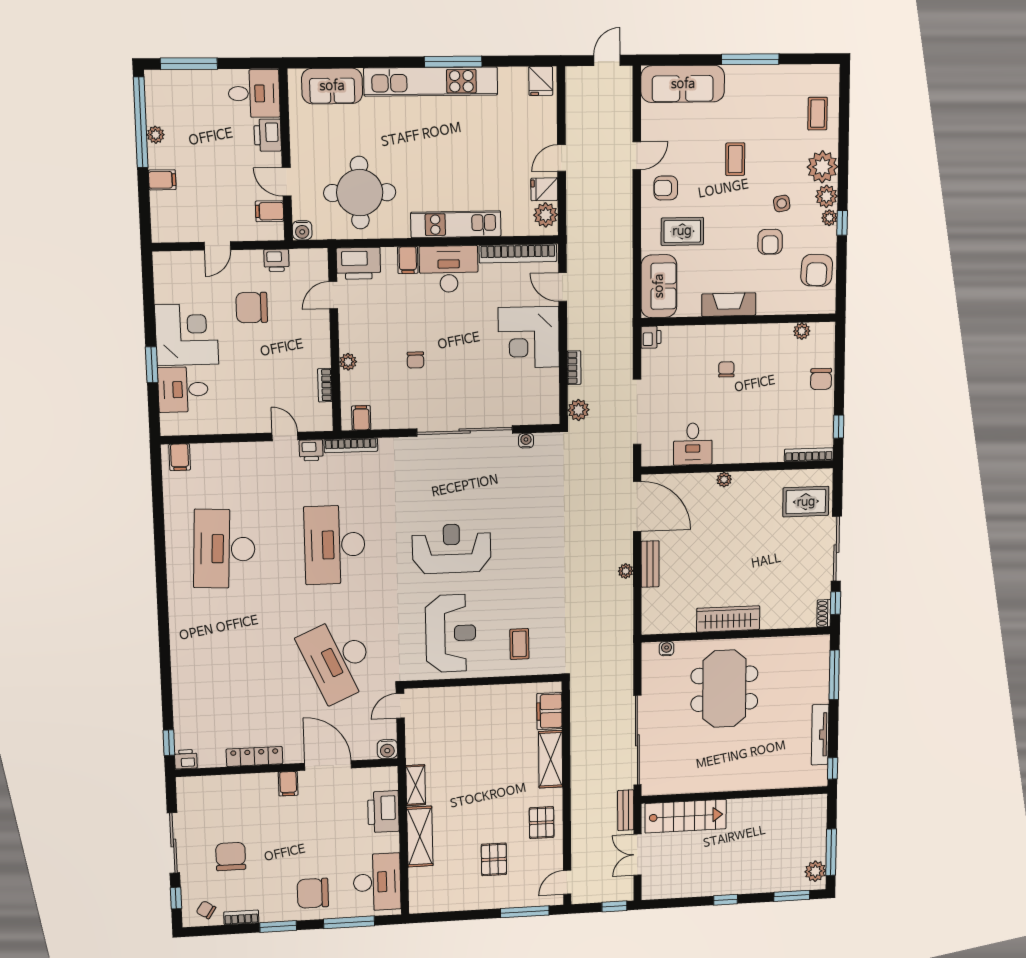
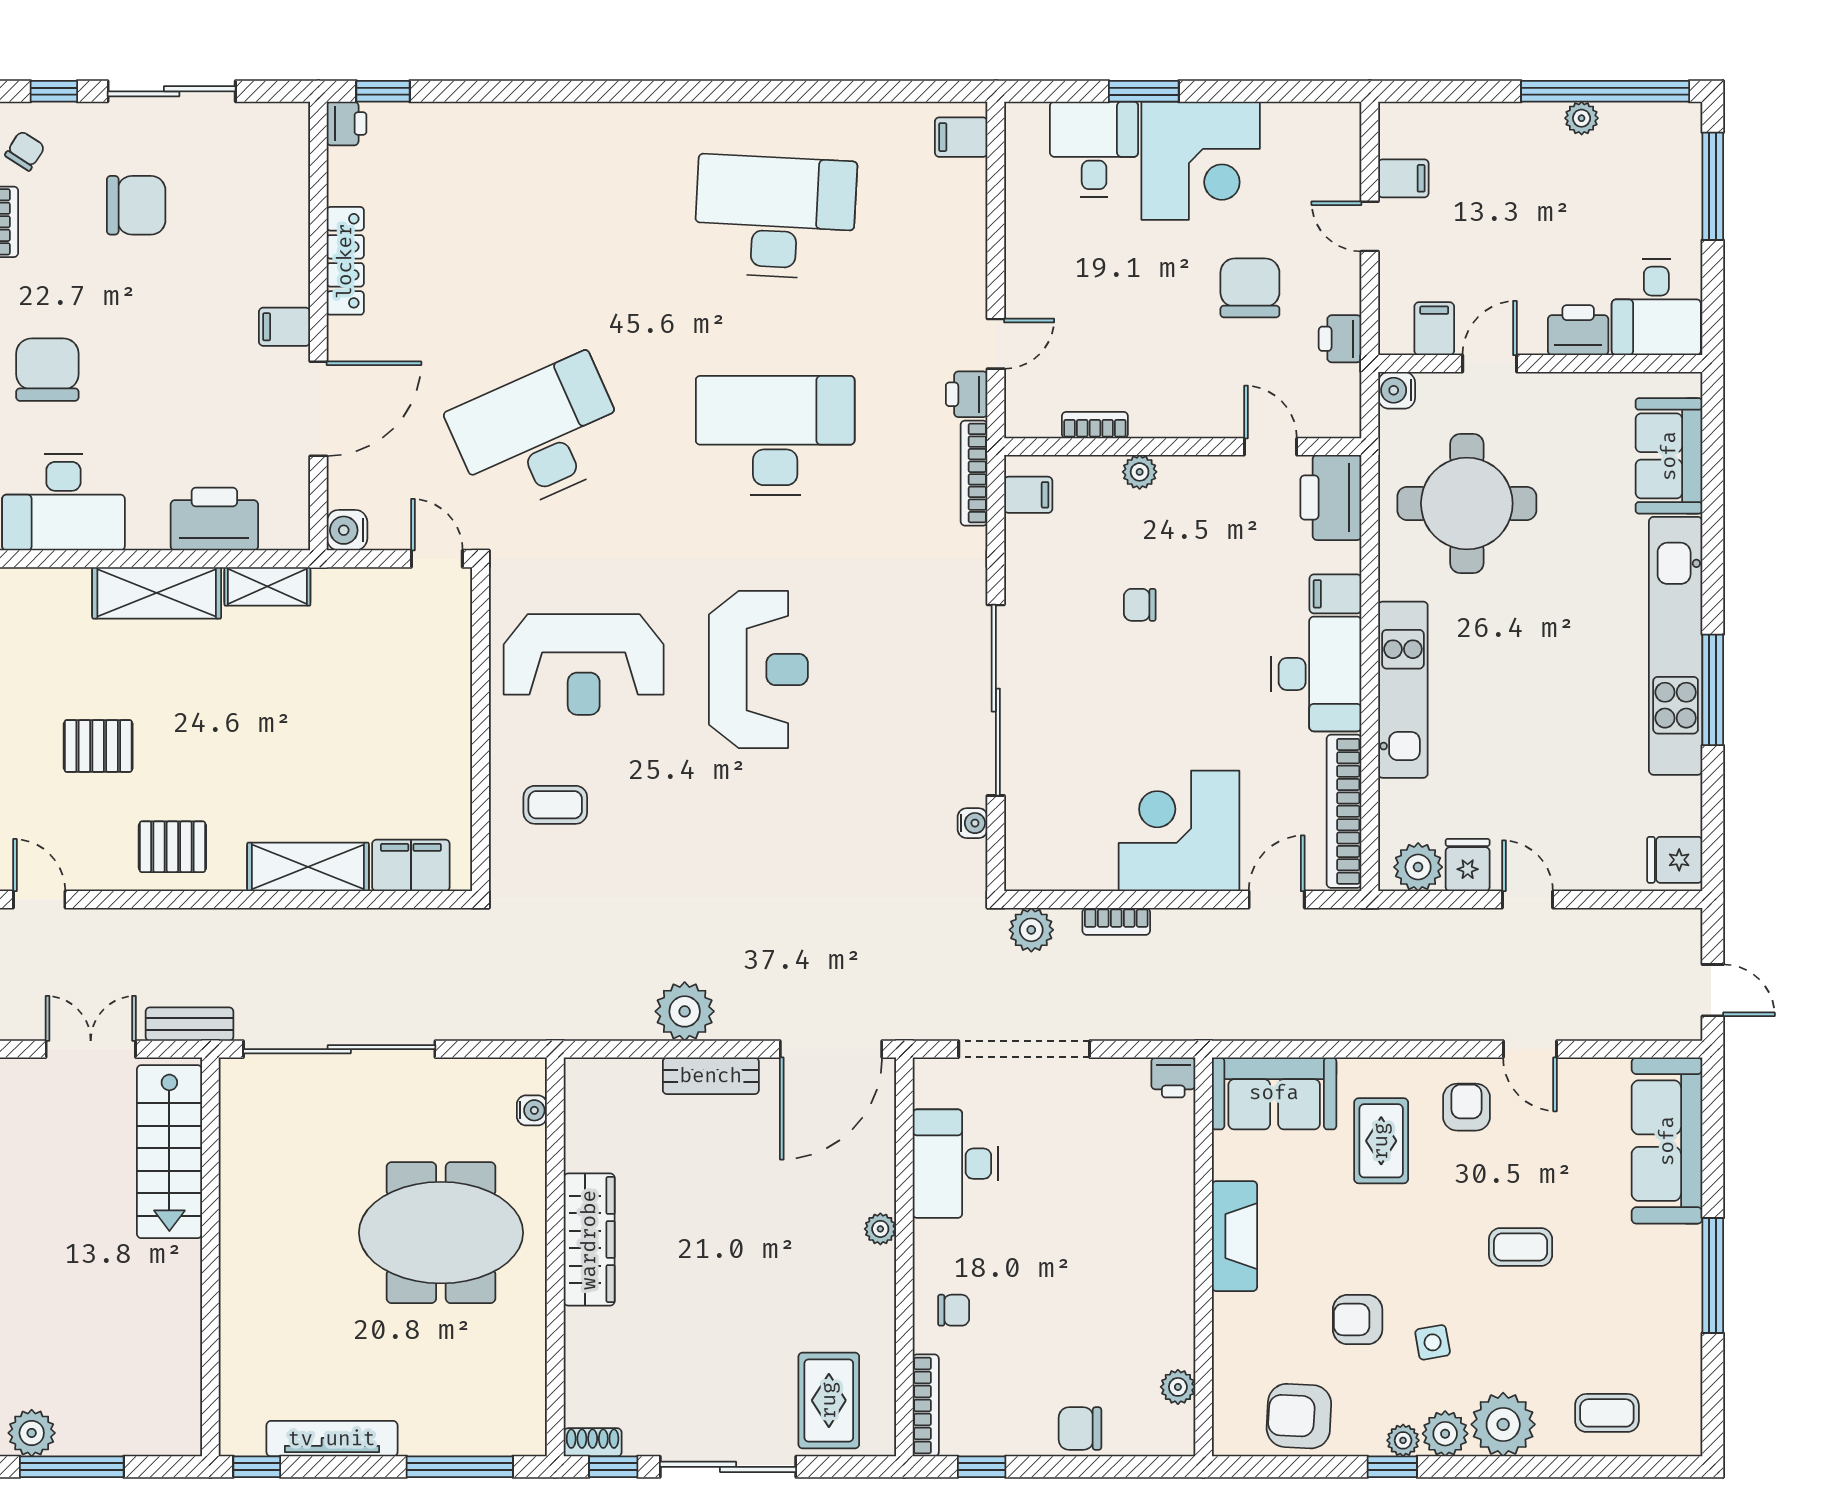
filing cabinet: (162, 180) -> (1403, 178), moved, turned -90
chair: (726, 369) -> (954, 1310), moved
desk: (693, 444) -> (955, 1164), width x1.37
plant: (626, 571) -> (685, 1011), width x1.88, depth x1.88

